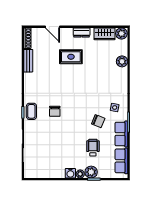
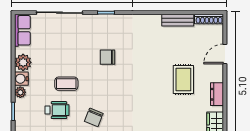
coffee table: (31, 111) -> (66, 84), moved
plant: (91, 172) -> (23, 62), moved
row of seats: (36, 173) -> (22, 30), added

